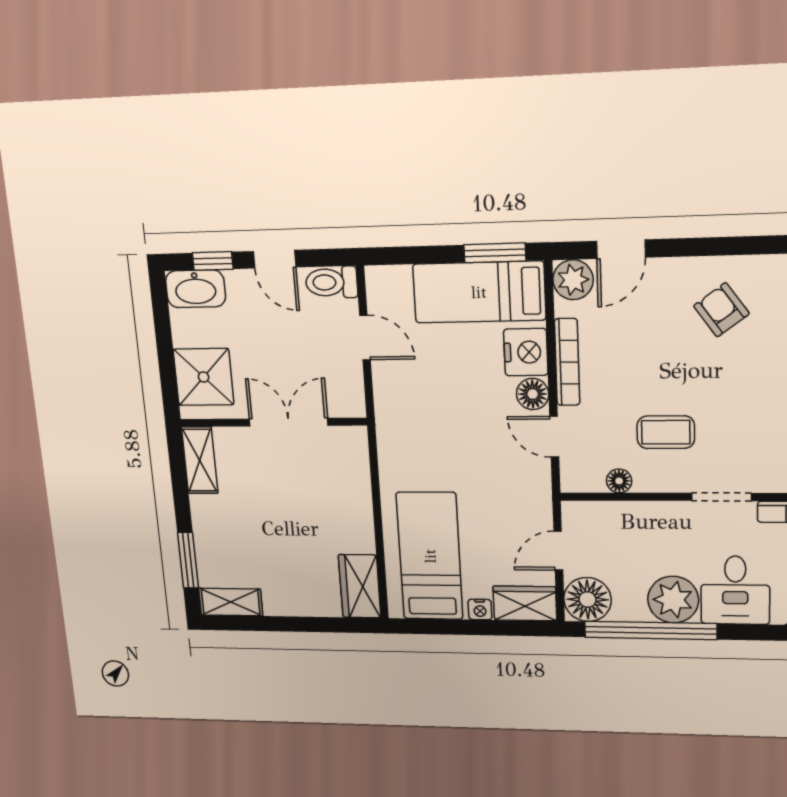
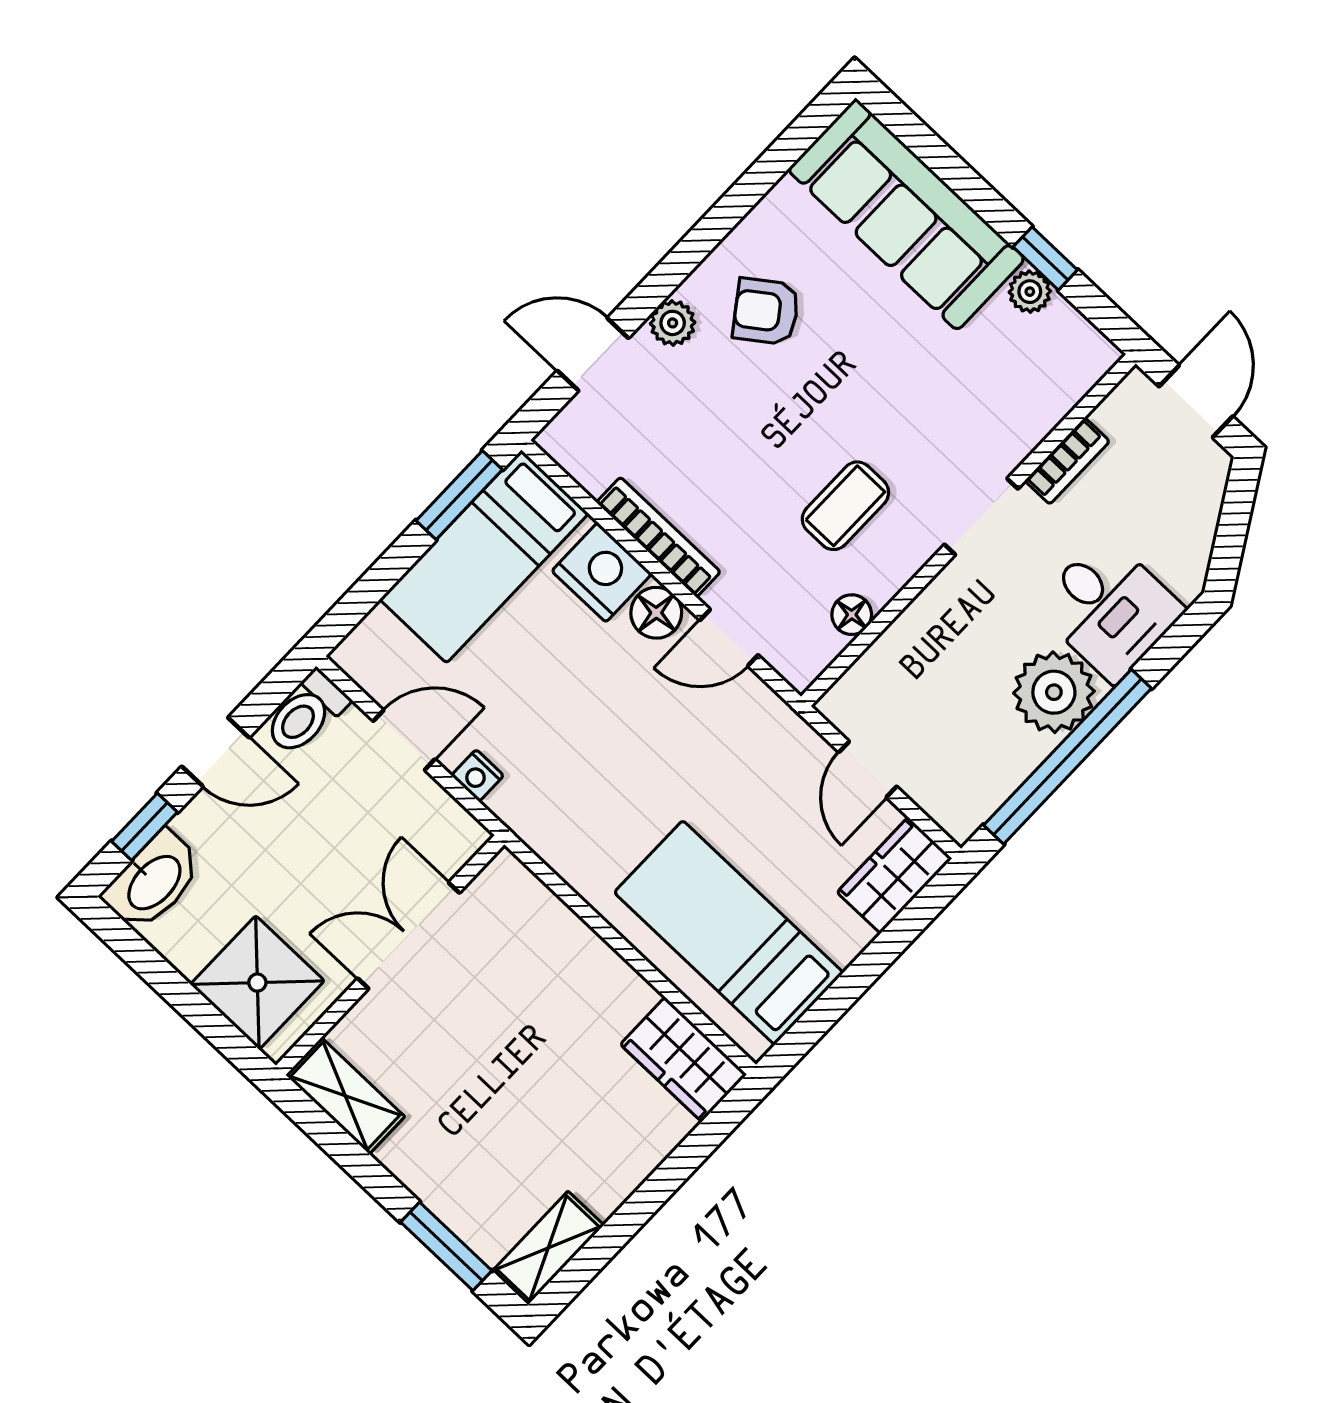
door: (621, 249) -> (593, 354), swing flipped
plant: (573, 280) -> (673, 323), moved, width x0.73, depth x0.73
floor lamp: (587, 600) -> (960, 794), removed
nightstand: (480, 610) -> (478, 776), moved, turned 90

